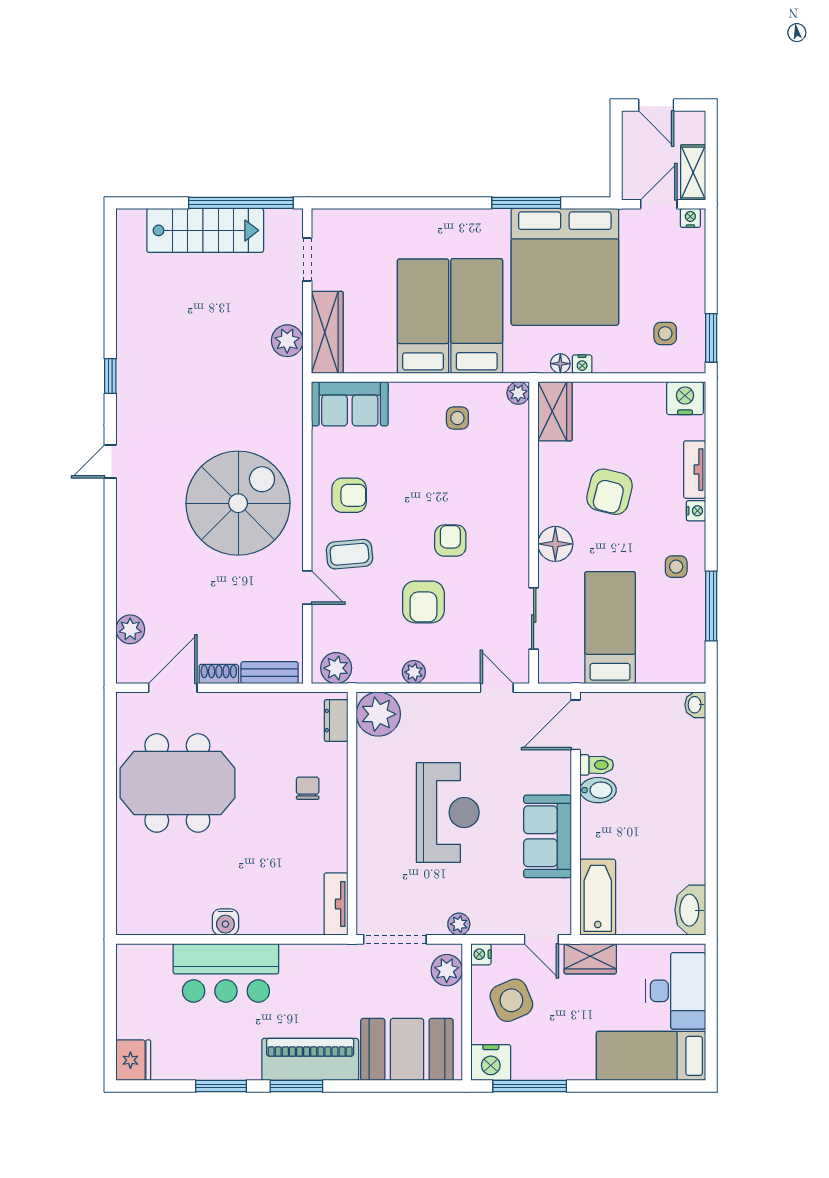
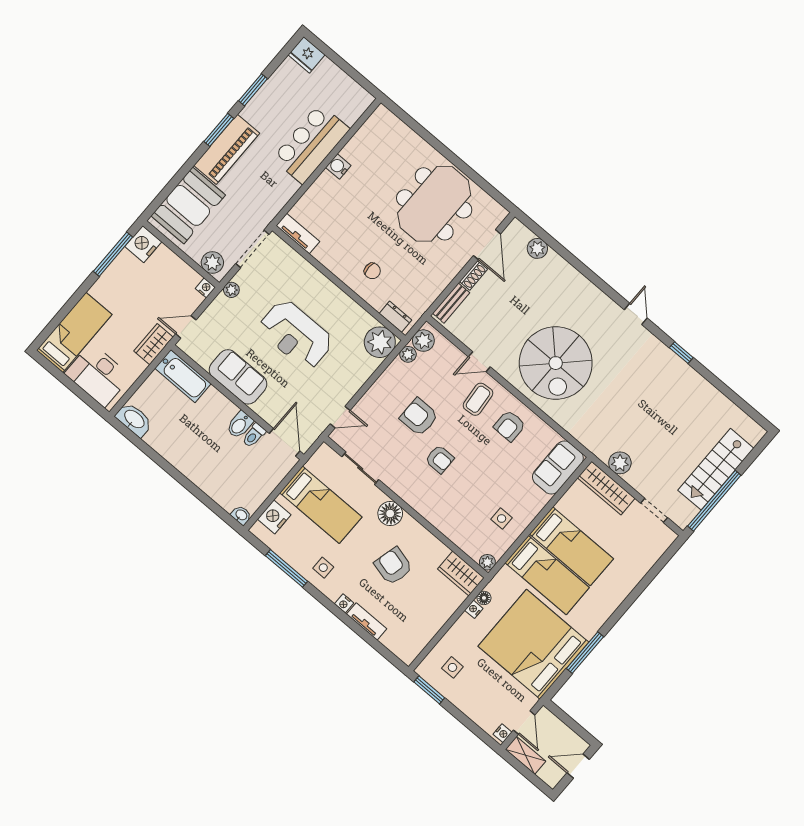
nightstand: (685, 398) -> (274, 517), moved, turned 180
plant: (414, 672) -> (408, 354), moved
side table: (511, 1000) -> (167, 283), removed

